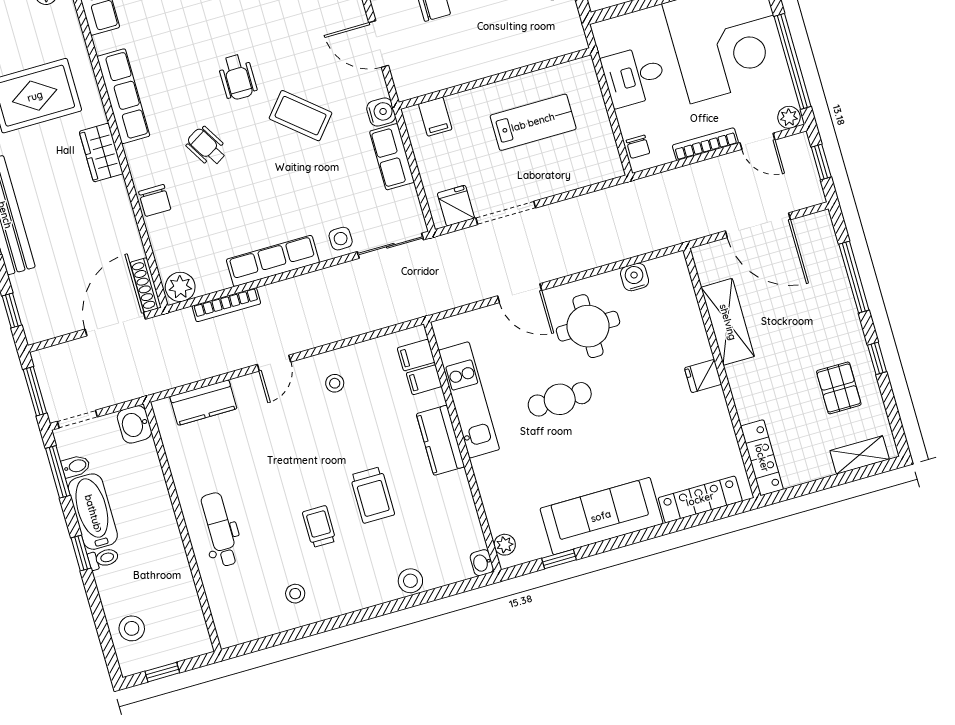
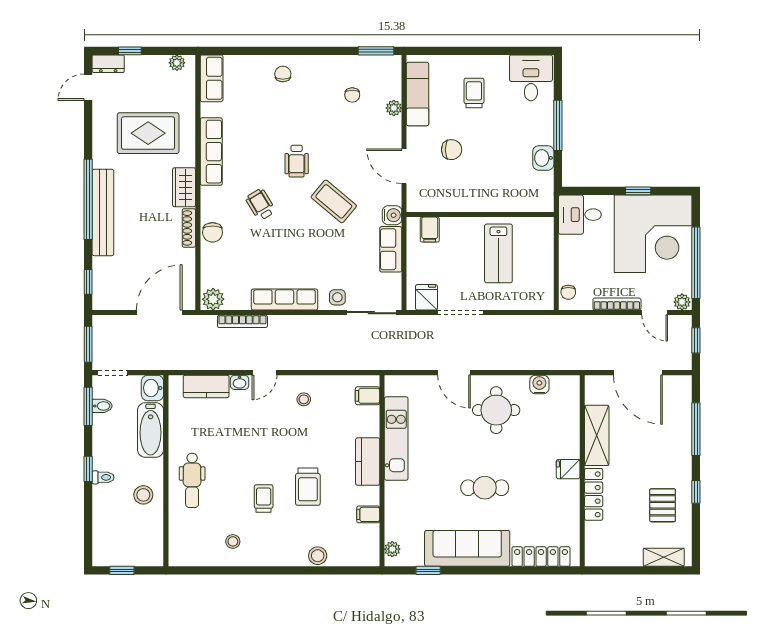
desk: (634, 76) -> (580, 215), moved
lab bench: (533, 122) -> (498, 253), turned 90
shoe rack: (146, 285) -> (189, 228), moved
filing cabinet: (424, 380) -> (368, 514), moved
cafe table: (560, 399) -> (485, 488), moved
locker: (762, 458) -> (594, 494), moved
bathtub: (93, 512) -> (151, 430), moved, turned 180
dental chair: (220, 529) -> (192, 480), turned 180
washbasin: (482, 563) -> (240, 382), moved, turned -90
stool: (132, 628) -> (143, 495), moved

